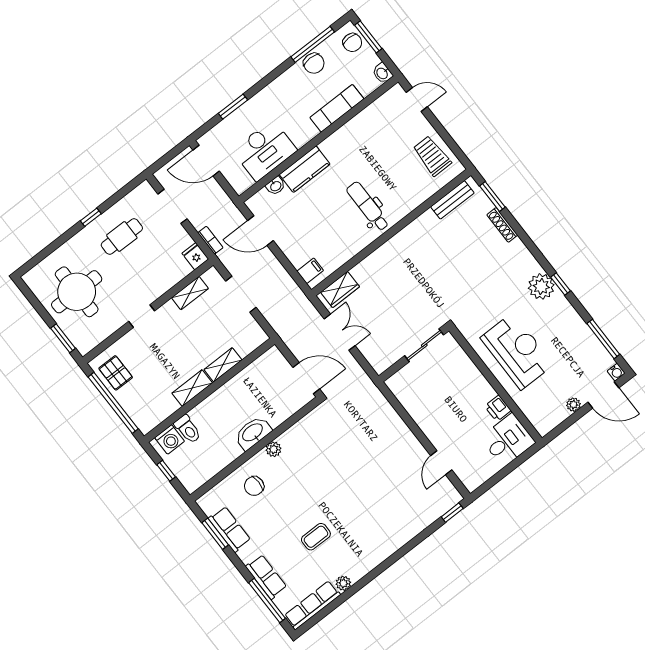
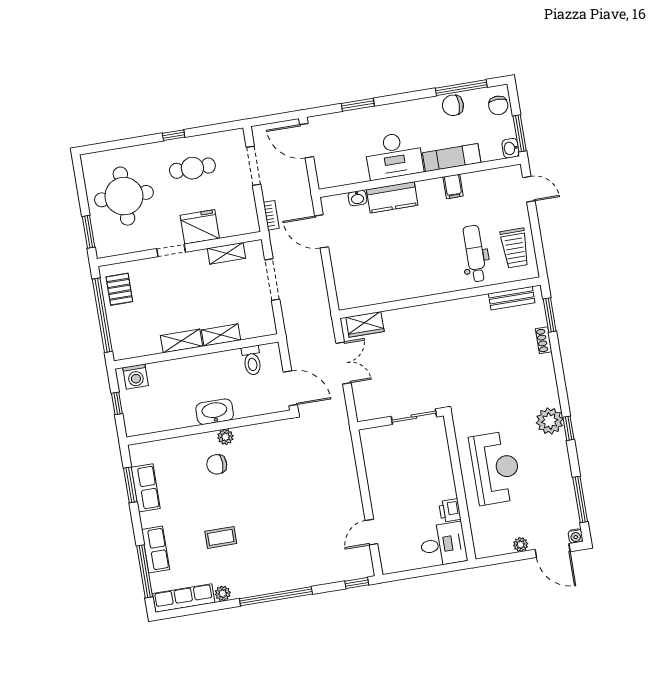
window: (368, 37) -> (520, 133), moved
chair: (314, 63) -> (453, 105), turned 90
desk: (265, 150) -> (394, 156), moved
trolley: (432, 156) -> (515, 248), turned 180
dental chair: (368, 206) -> (475, 254), moved
shoe rack: (502, 225) -> (544, 340), width x0.70
fridge: (195, 256) -> (200, 227), moved, width x1.88, depth x1.34
filing cabinet: (310, 271) -> (453, 186), moved, turned 90
toilet: (188, 429) -> (252, 360), moved
chair: (254, 486) -> (217, 464), moved
window: (390, 561) -> (276, 596), added

